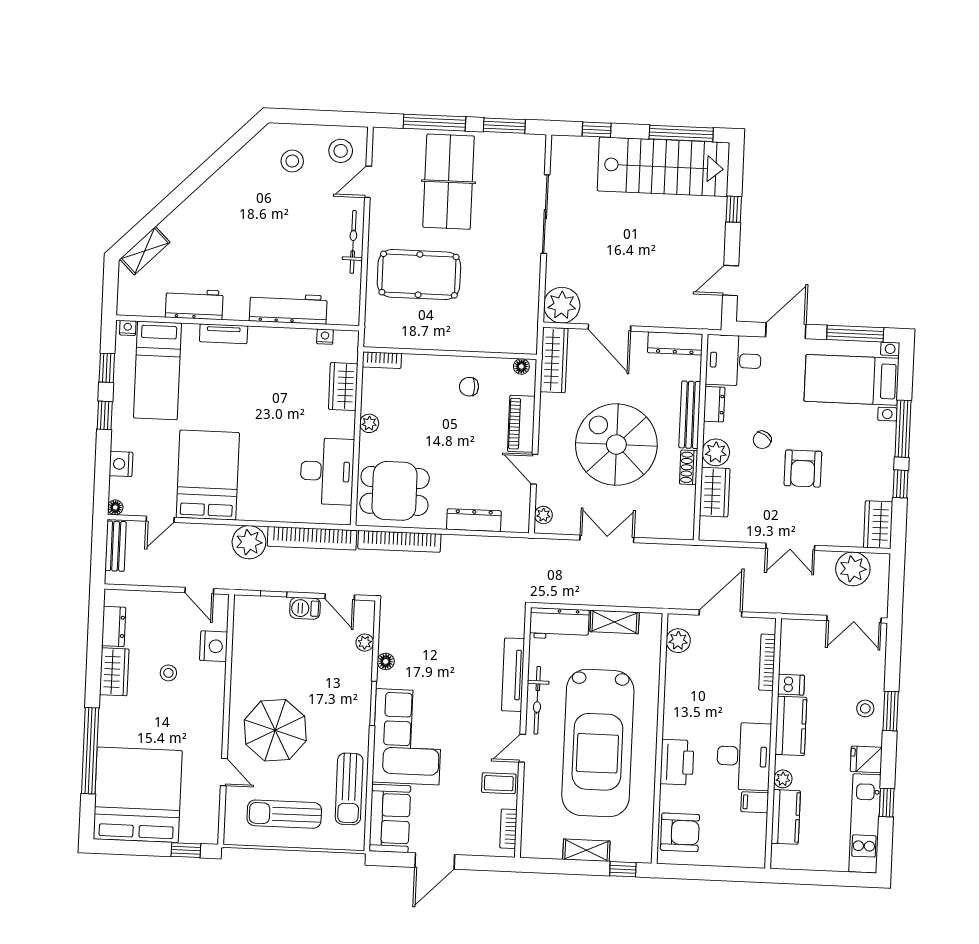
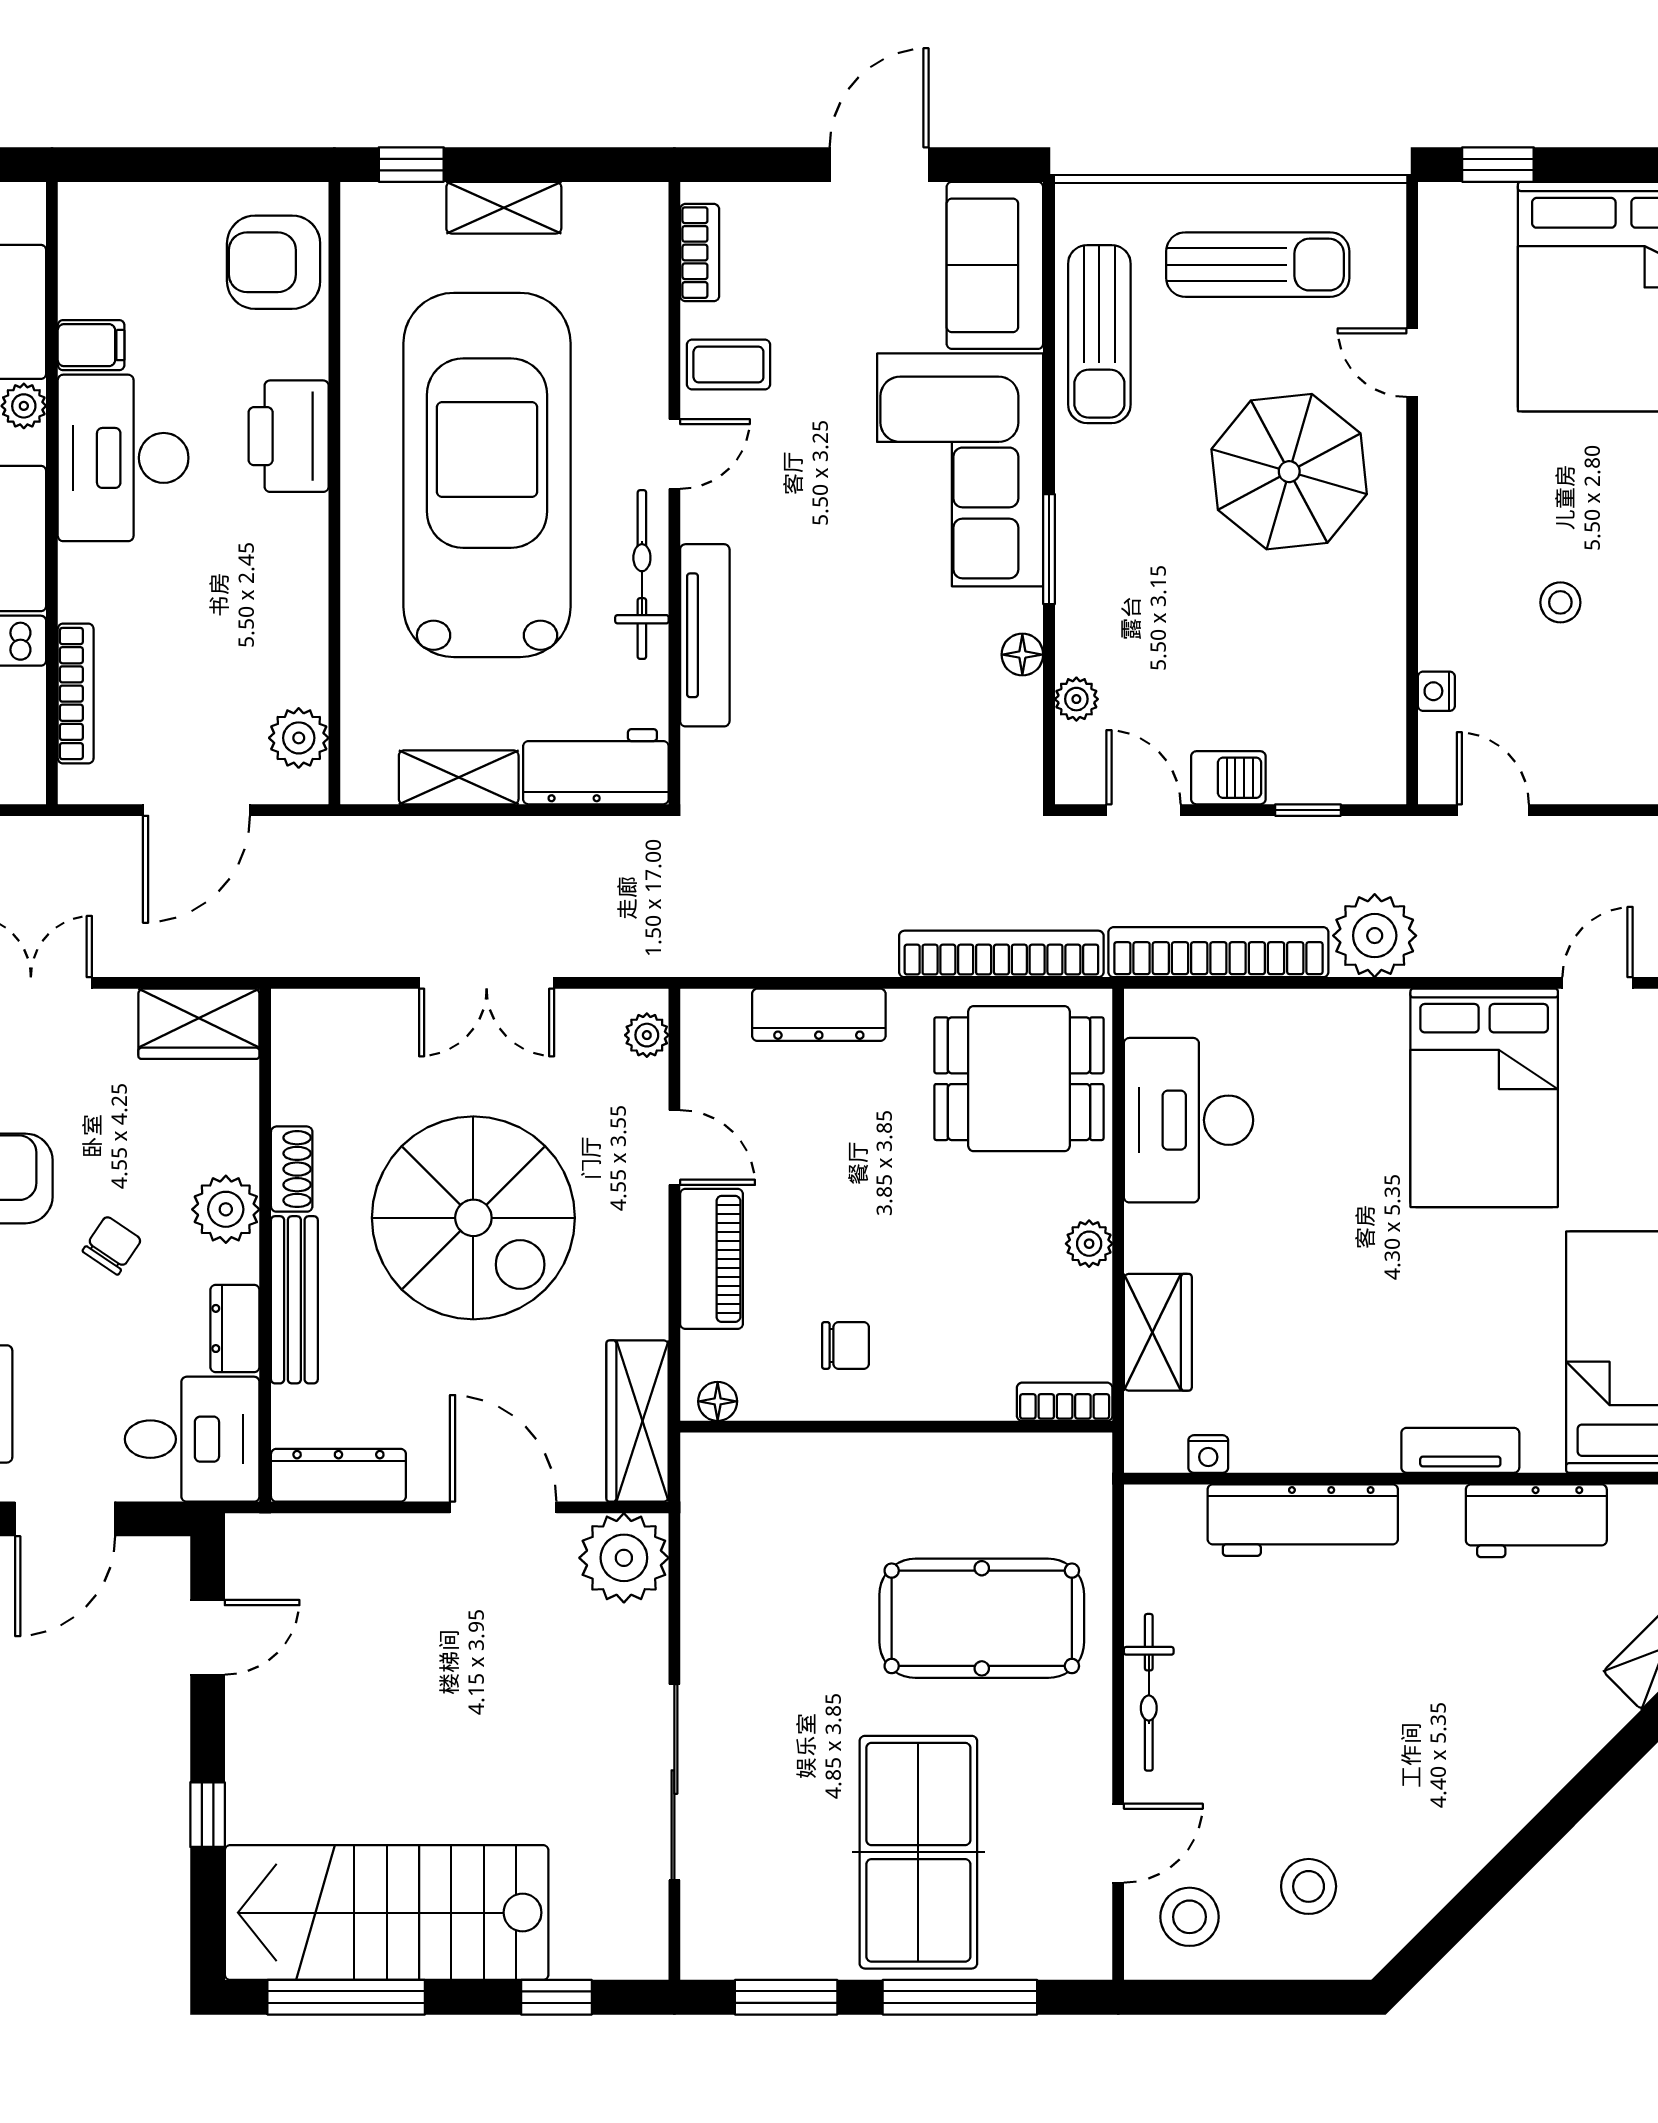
wardrobe: (715, 492) -> (199, 1024), moved, turned -90
nightstand: (214, 646) -> (1436, 691), width x0.53, depth x0.56
sun lounger: (349, 789) -> (1099, 334), turned 180

